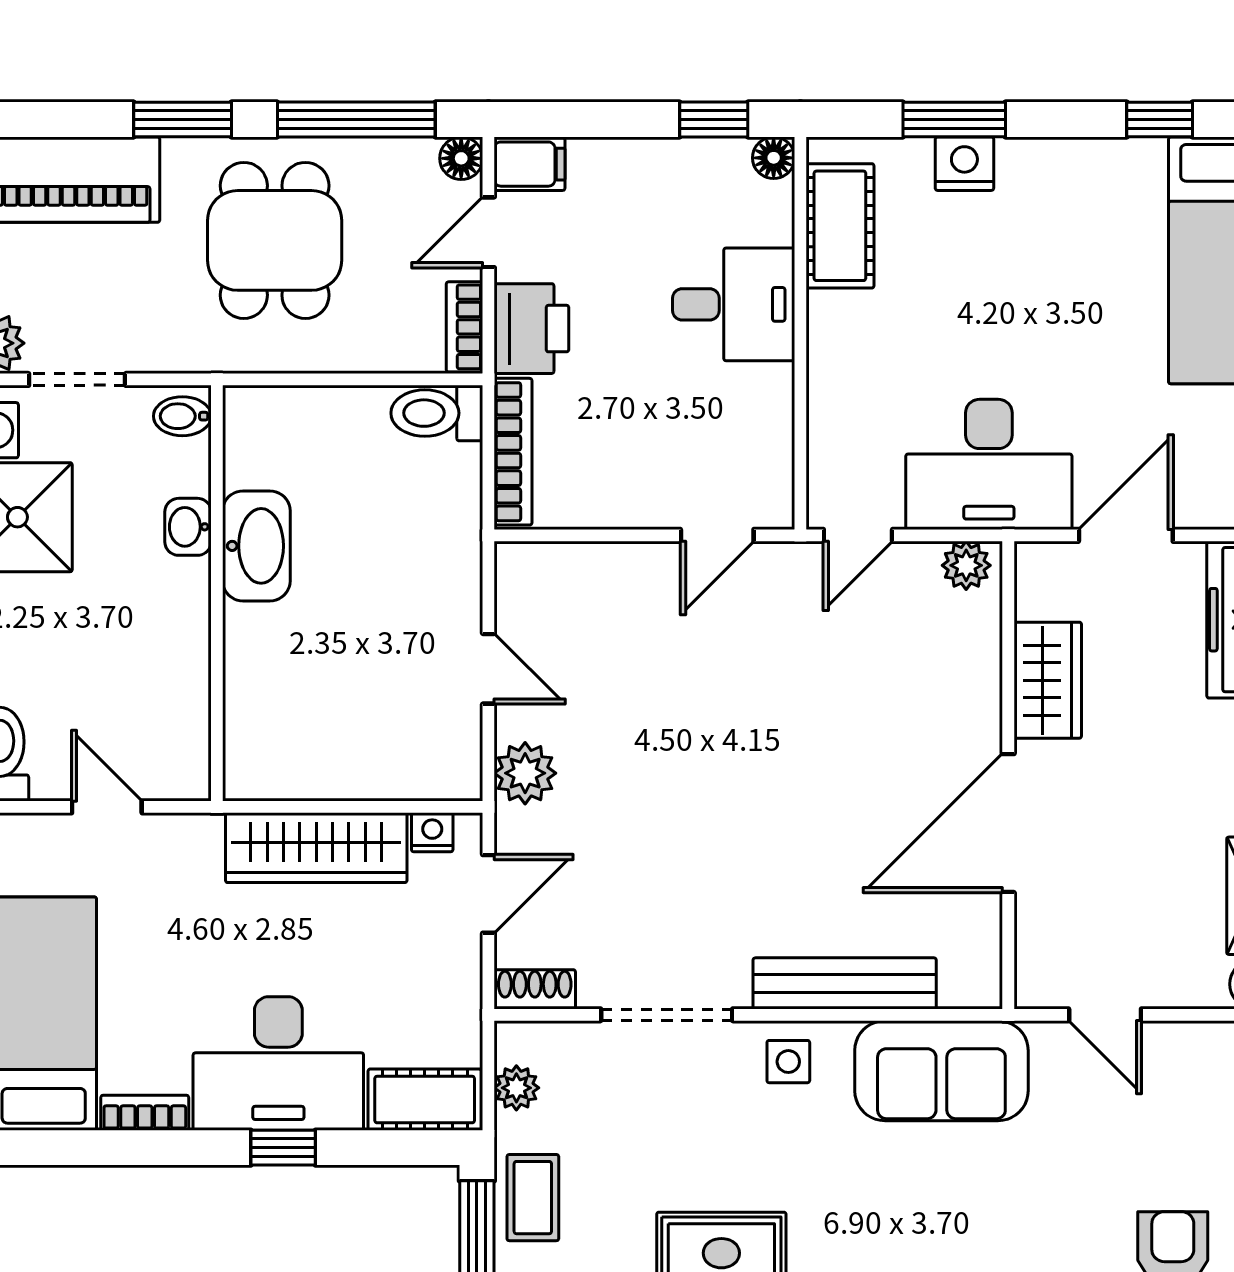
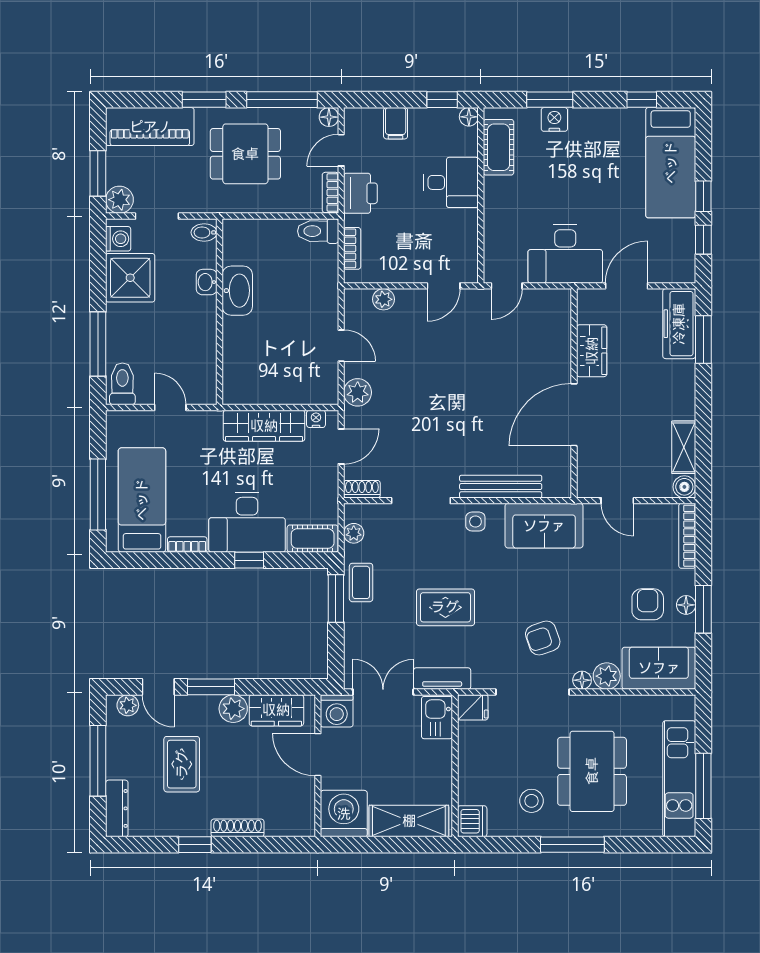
filing cabinet: (530, 164) -> (396, 123), moved, turned 90
dining table: (275, 240) -> (245, 154), turned 90
bookcase: (513, 452) -> (352, 248), width x0.64
plant: (966, 565) -> (384, 299), moved

